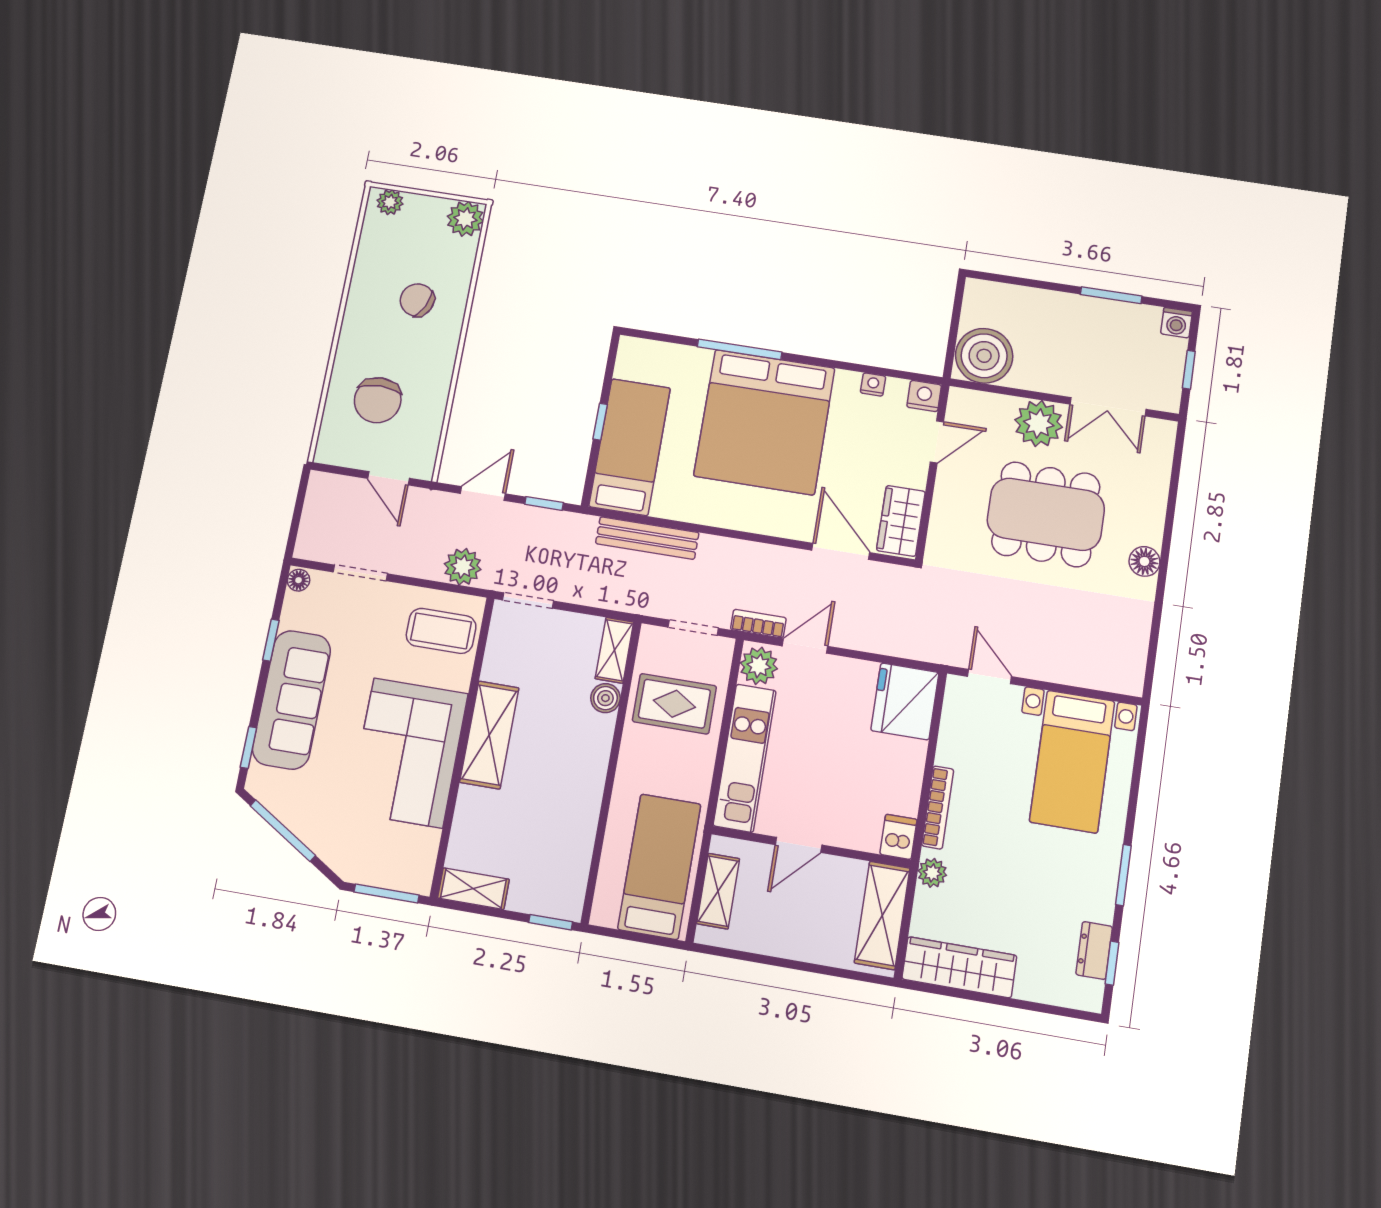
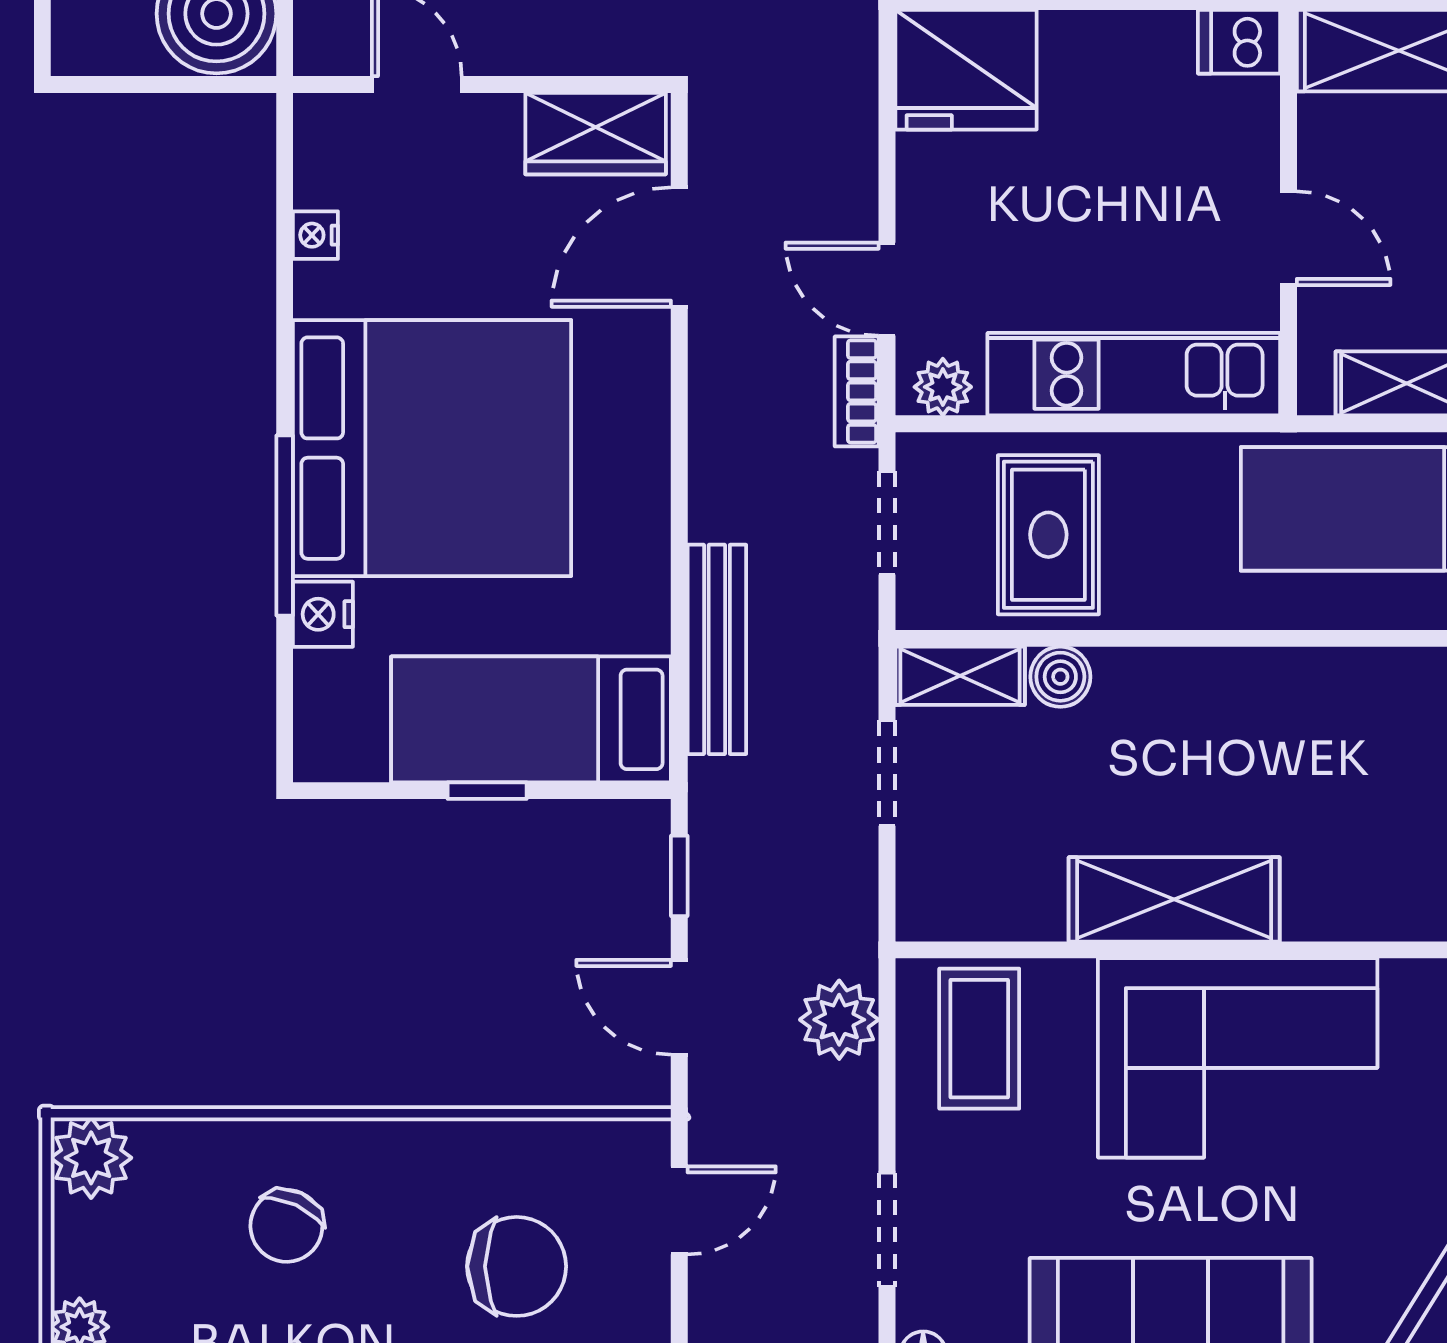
nightstand: (924, 396) -> (323, 614), moved
doorway: (528, 600) -> (887, 773), moved
plant: (759, 666) -> (943, 387), width x0.73, depth x0.73

